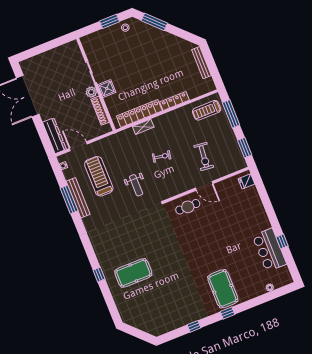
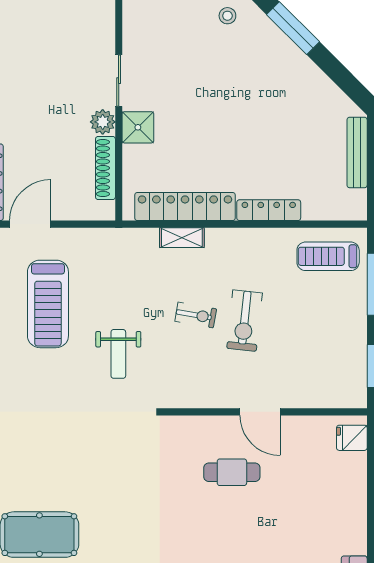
door: (78, 146) -> (30, 224), hinge flipped
exercise bike: (204, 157) -> (245, 321), moved
treadmill: (99, 176) -> (48, 304), turned 180
cafe table: (188, 207) -> (232, 472), moved

